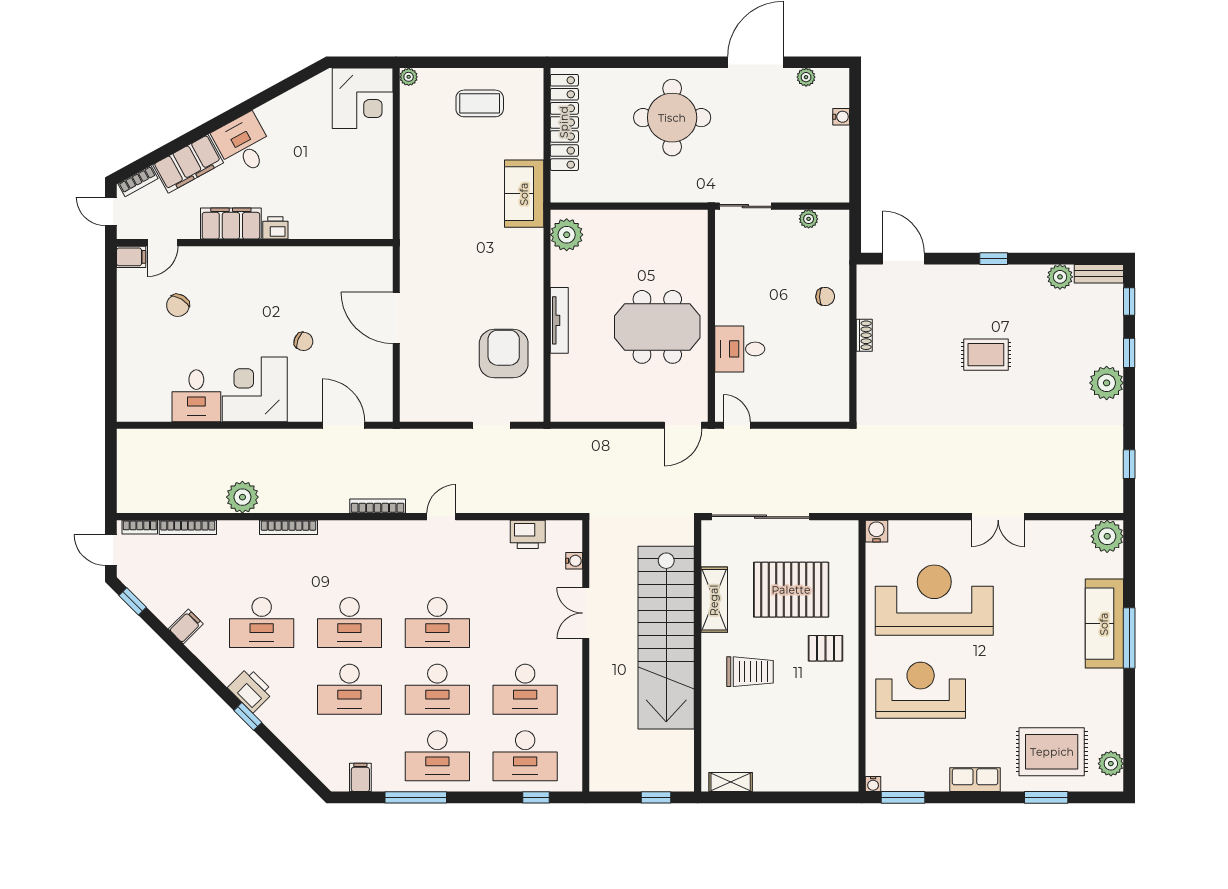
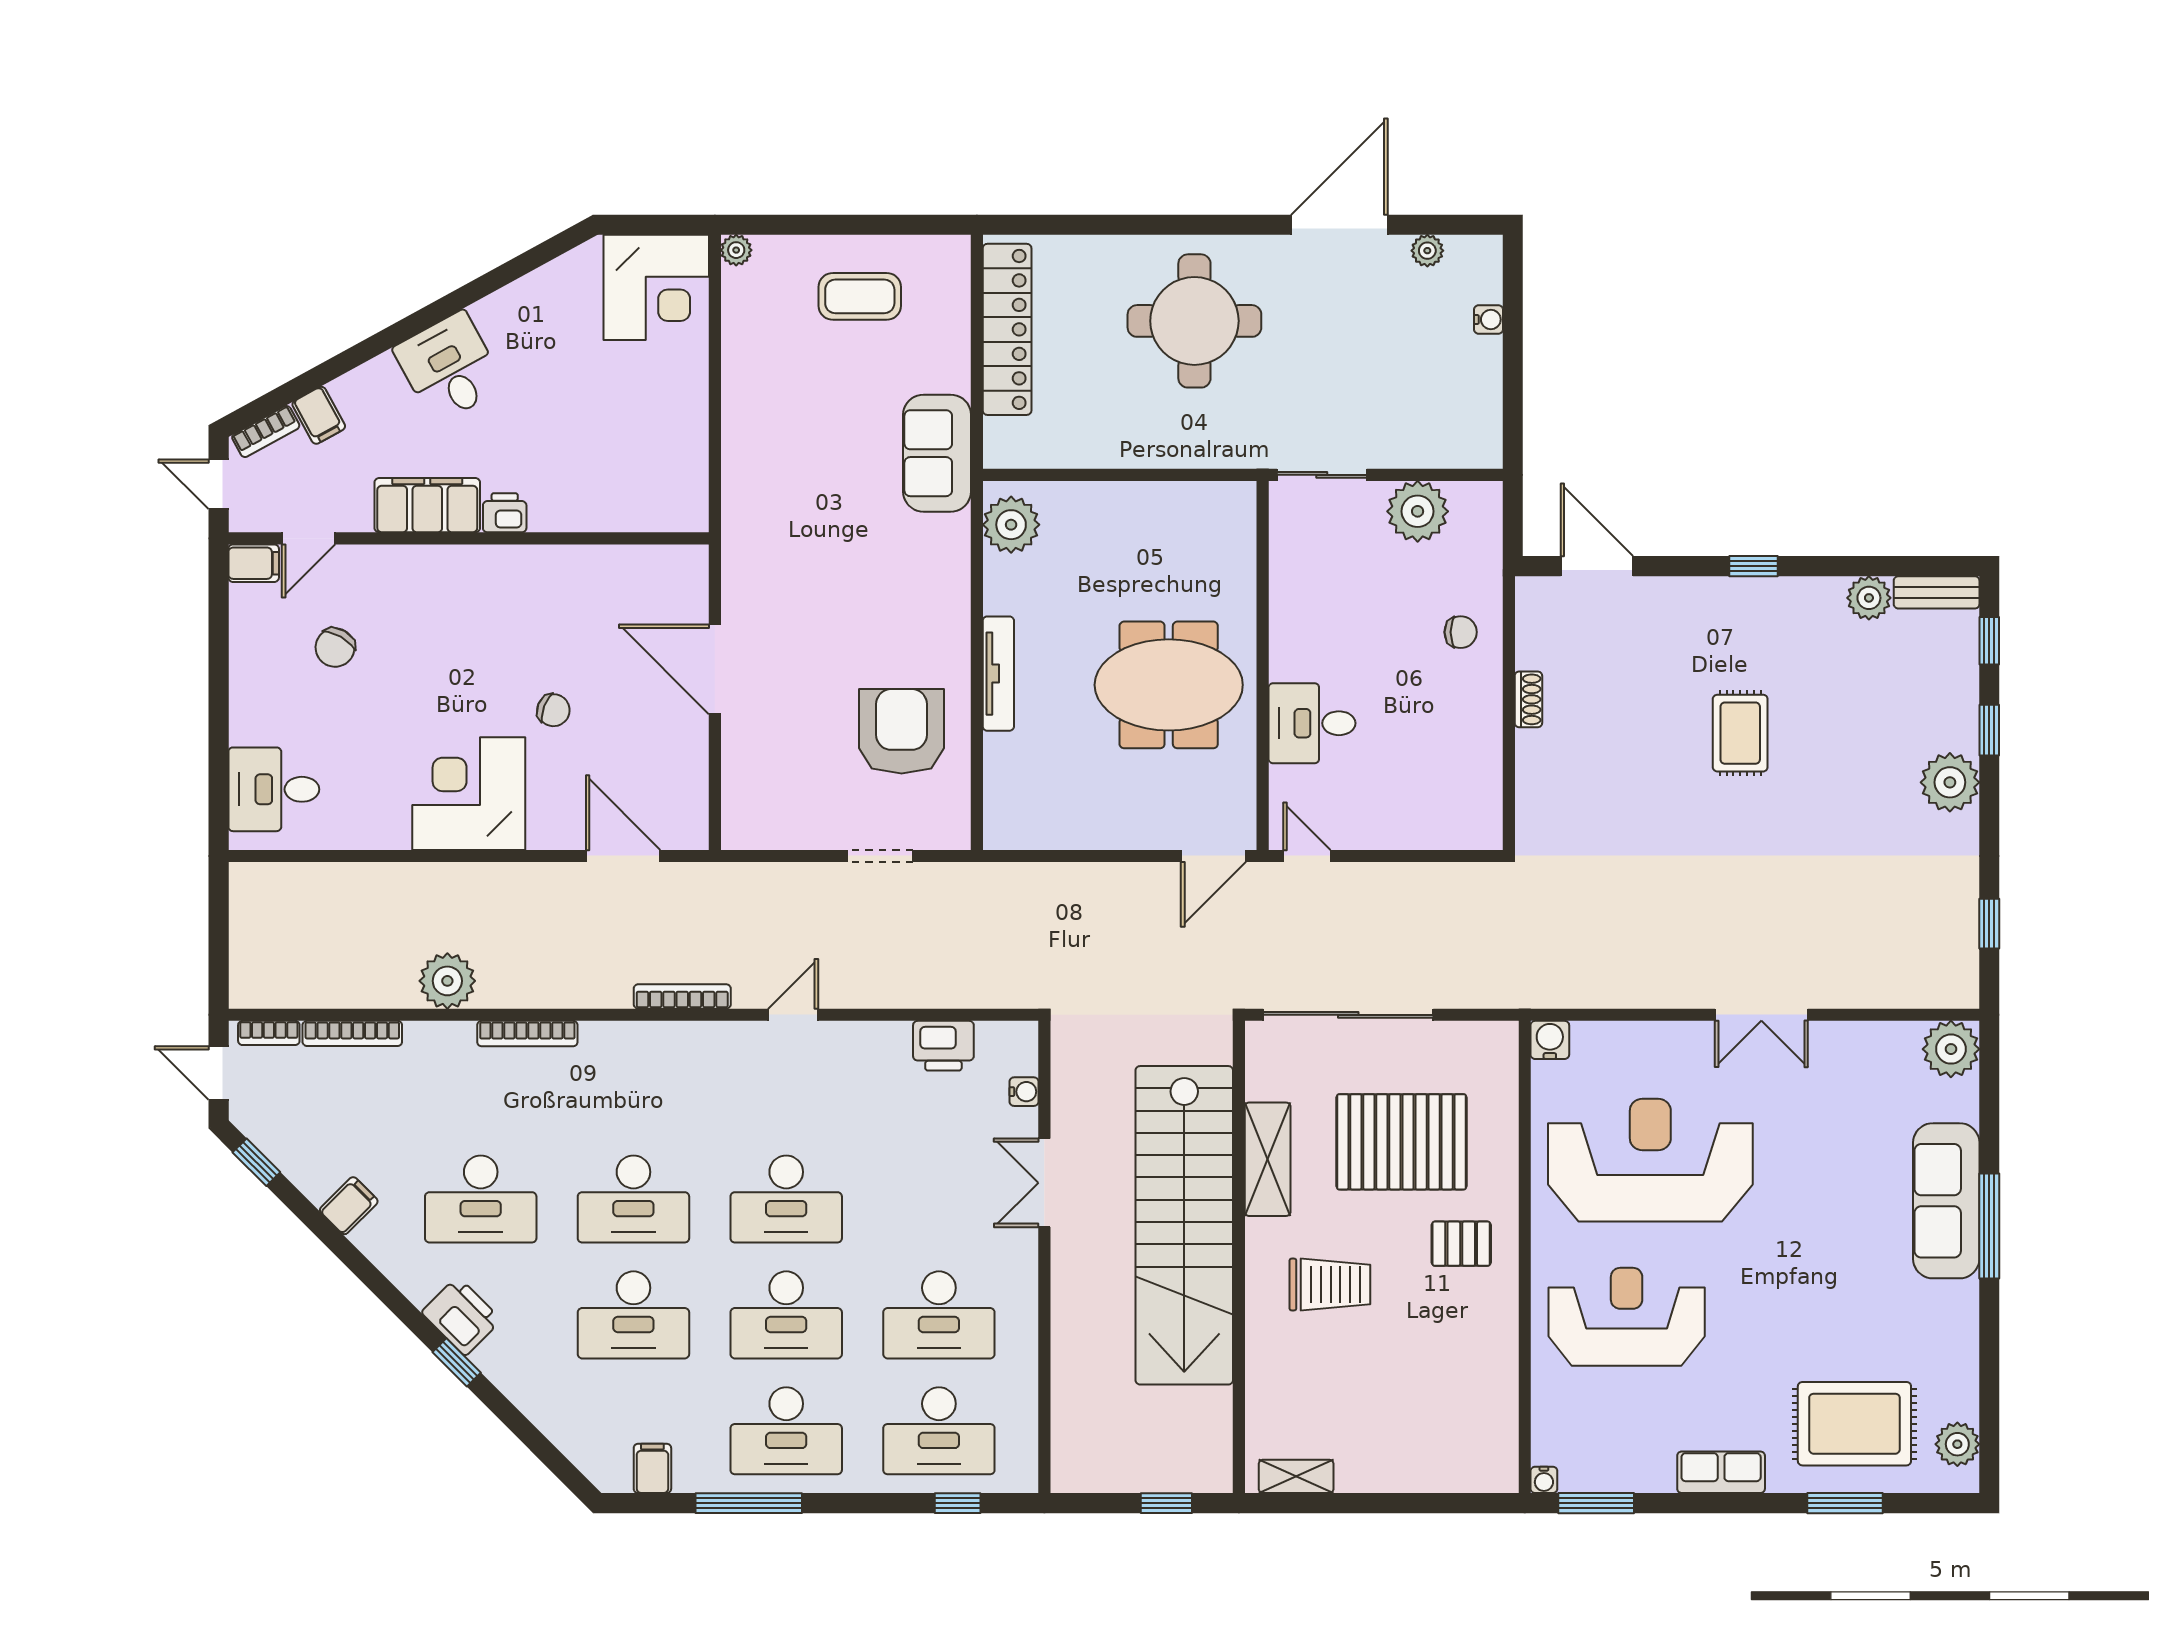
filing cabinet: (188, 164) -> (319, 415), width x0.33, depth x0.86
plant: (809, 219) -> (1418, 511), width x1.88, depth x1.88
rug: (986, 355) -> (1740, 733), turned 90
desk: (196, 396) -> (274, 789), moved, turned 90

